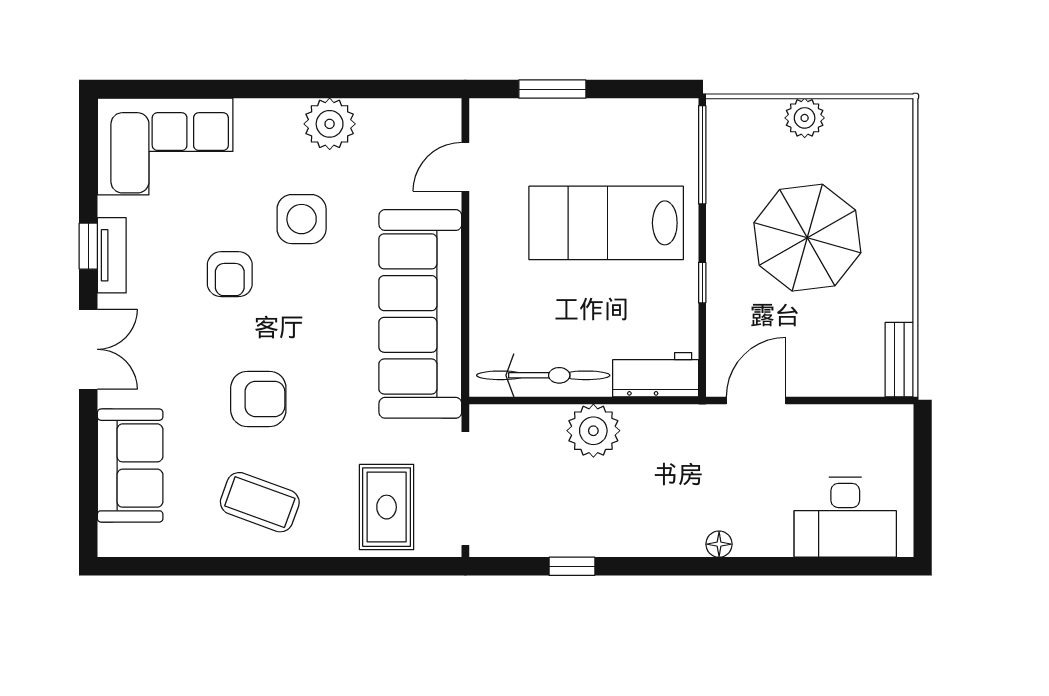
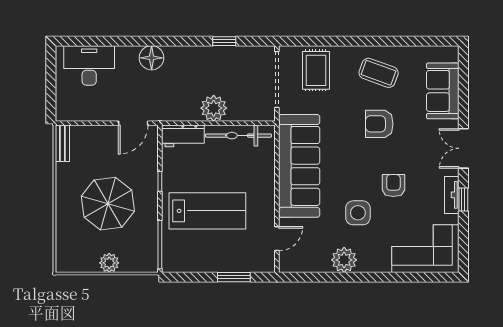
floor lamp: (719, 544) -> (152, 58), width x1.89, depth x1.89

